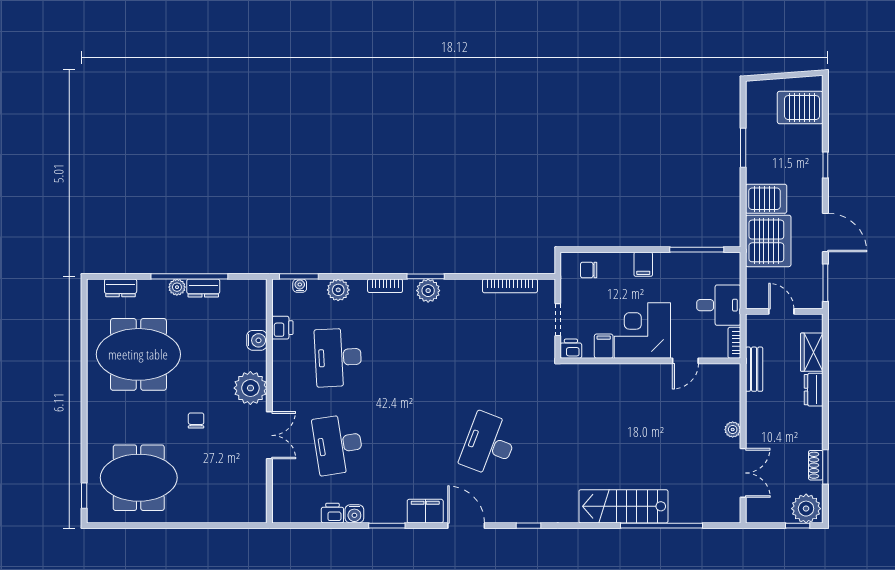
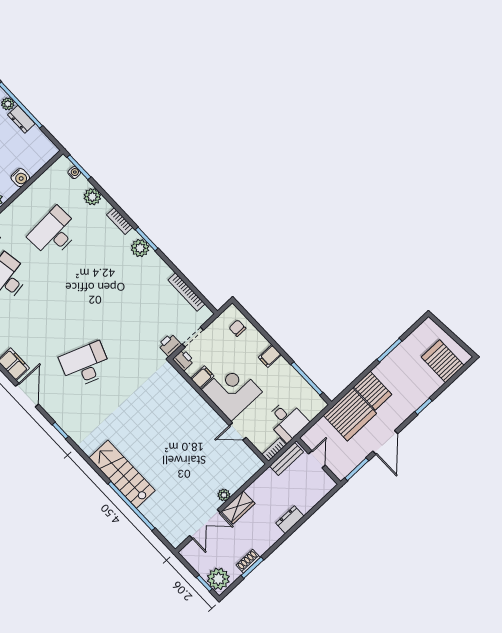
printer: (282, 328) -> (170, 345), moved, turned 180
wardrobe: (812, 352) -> (238, 507), moved, turned 180
bench: (754, 369) -> (286, 459), moved

